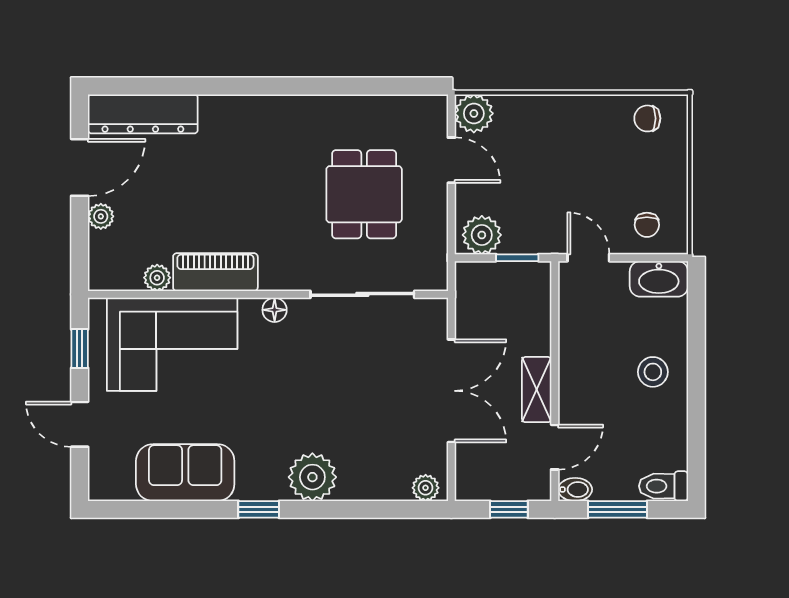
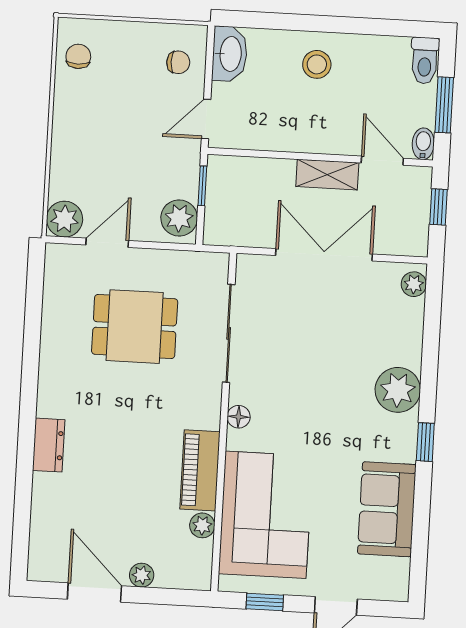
dresser: (143, 114) -> (49, 445), moved, width x0.51, depth x0.80
chair: (647, 118) -> (78, 56), turned 180

